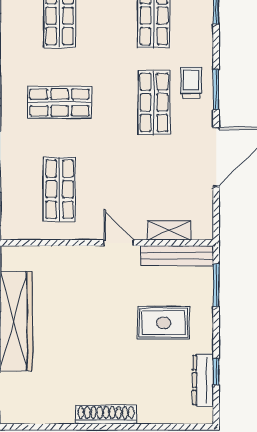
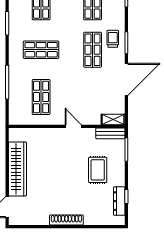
shelving: (169, 230) -> (113, 119), moved
bench: (177, 256) -> (110, 133), width x0.73
rug: (163, 323) -> (98, 170), turned 90

